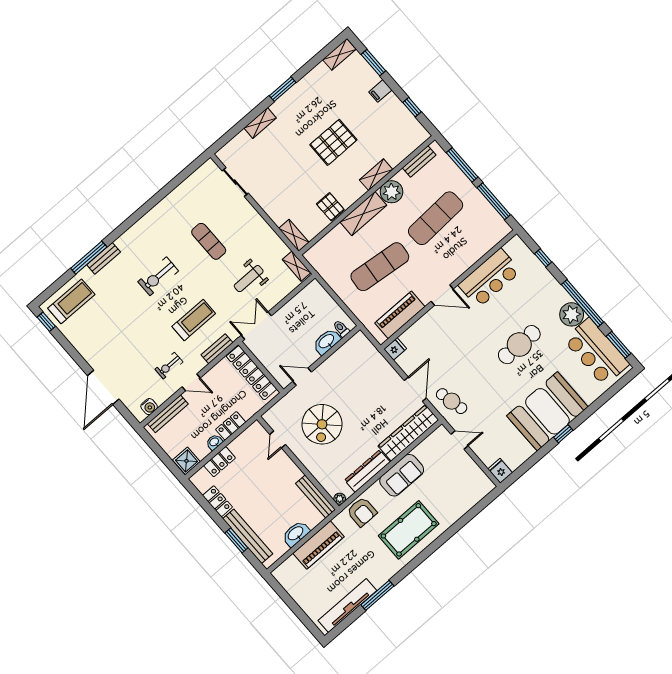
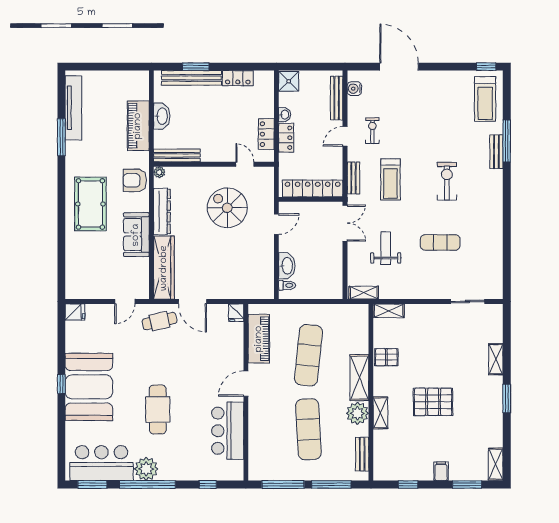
pallet: (333, 142) -> (433, 402), turned 90
locker: (220, 462) -> (266, 134), moved

